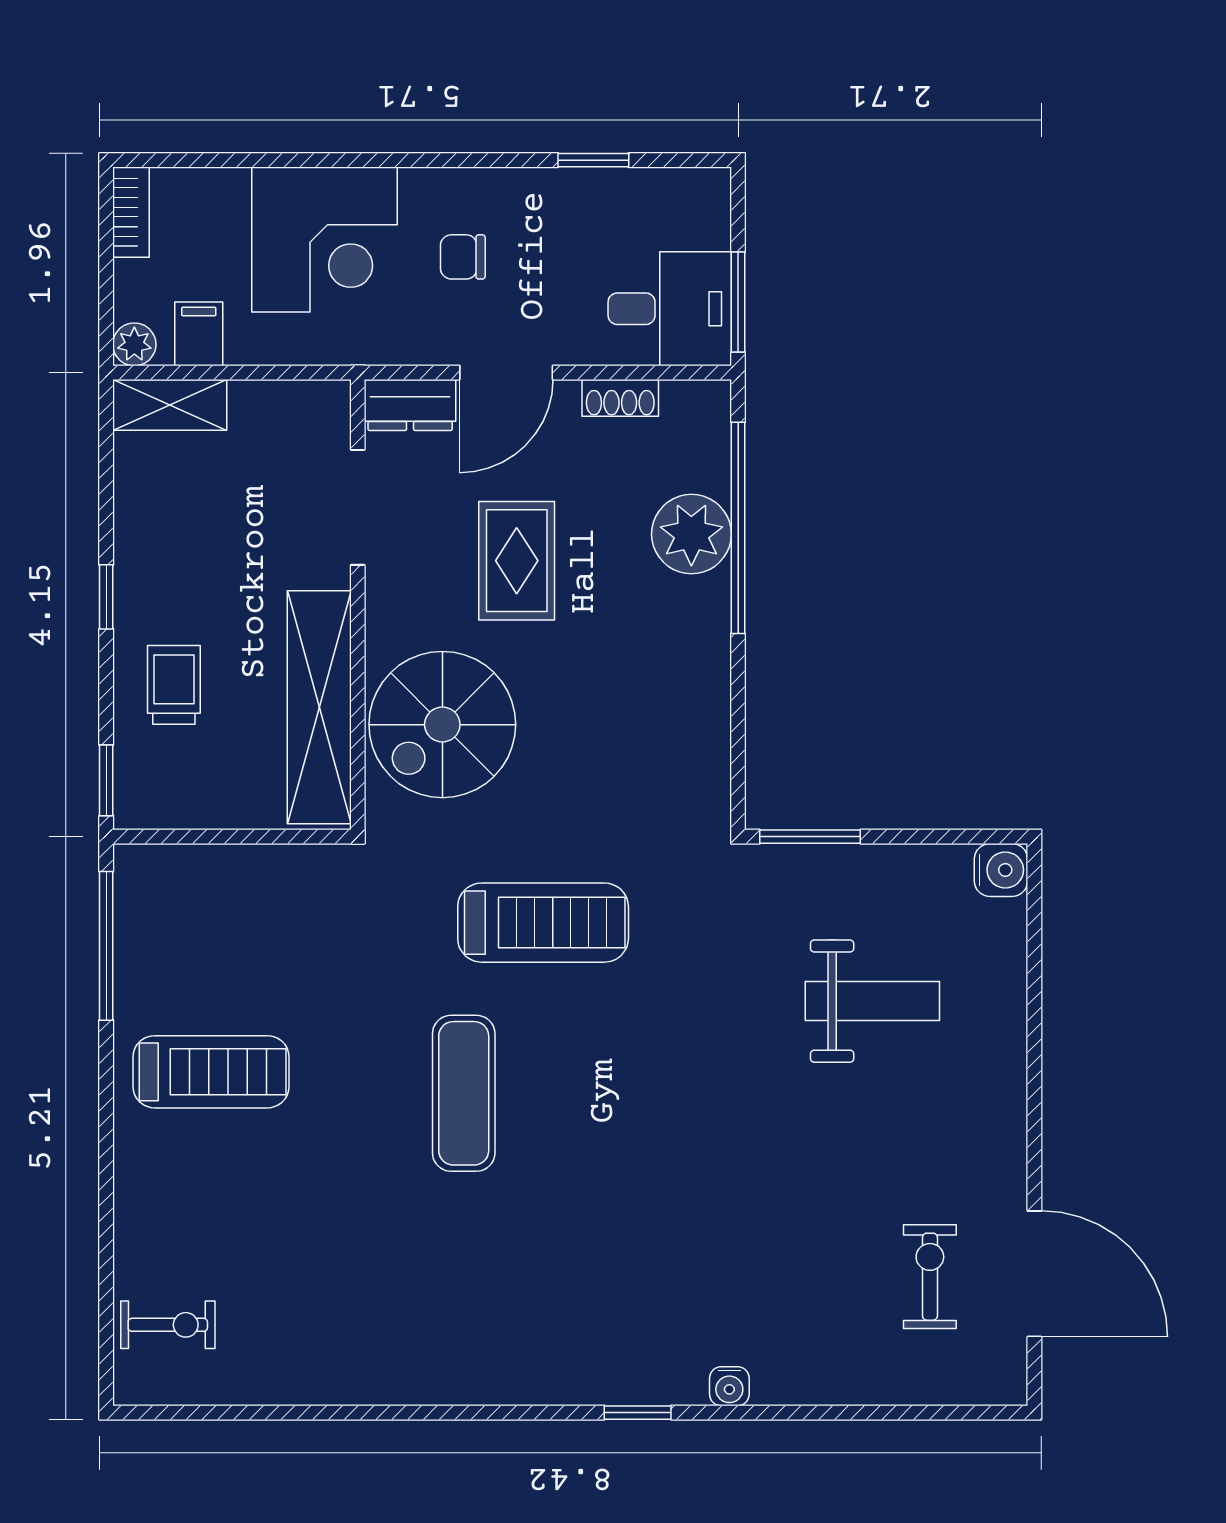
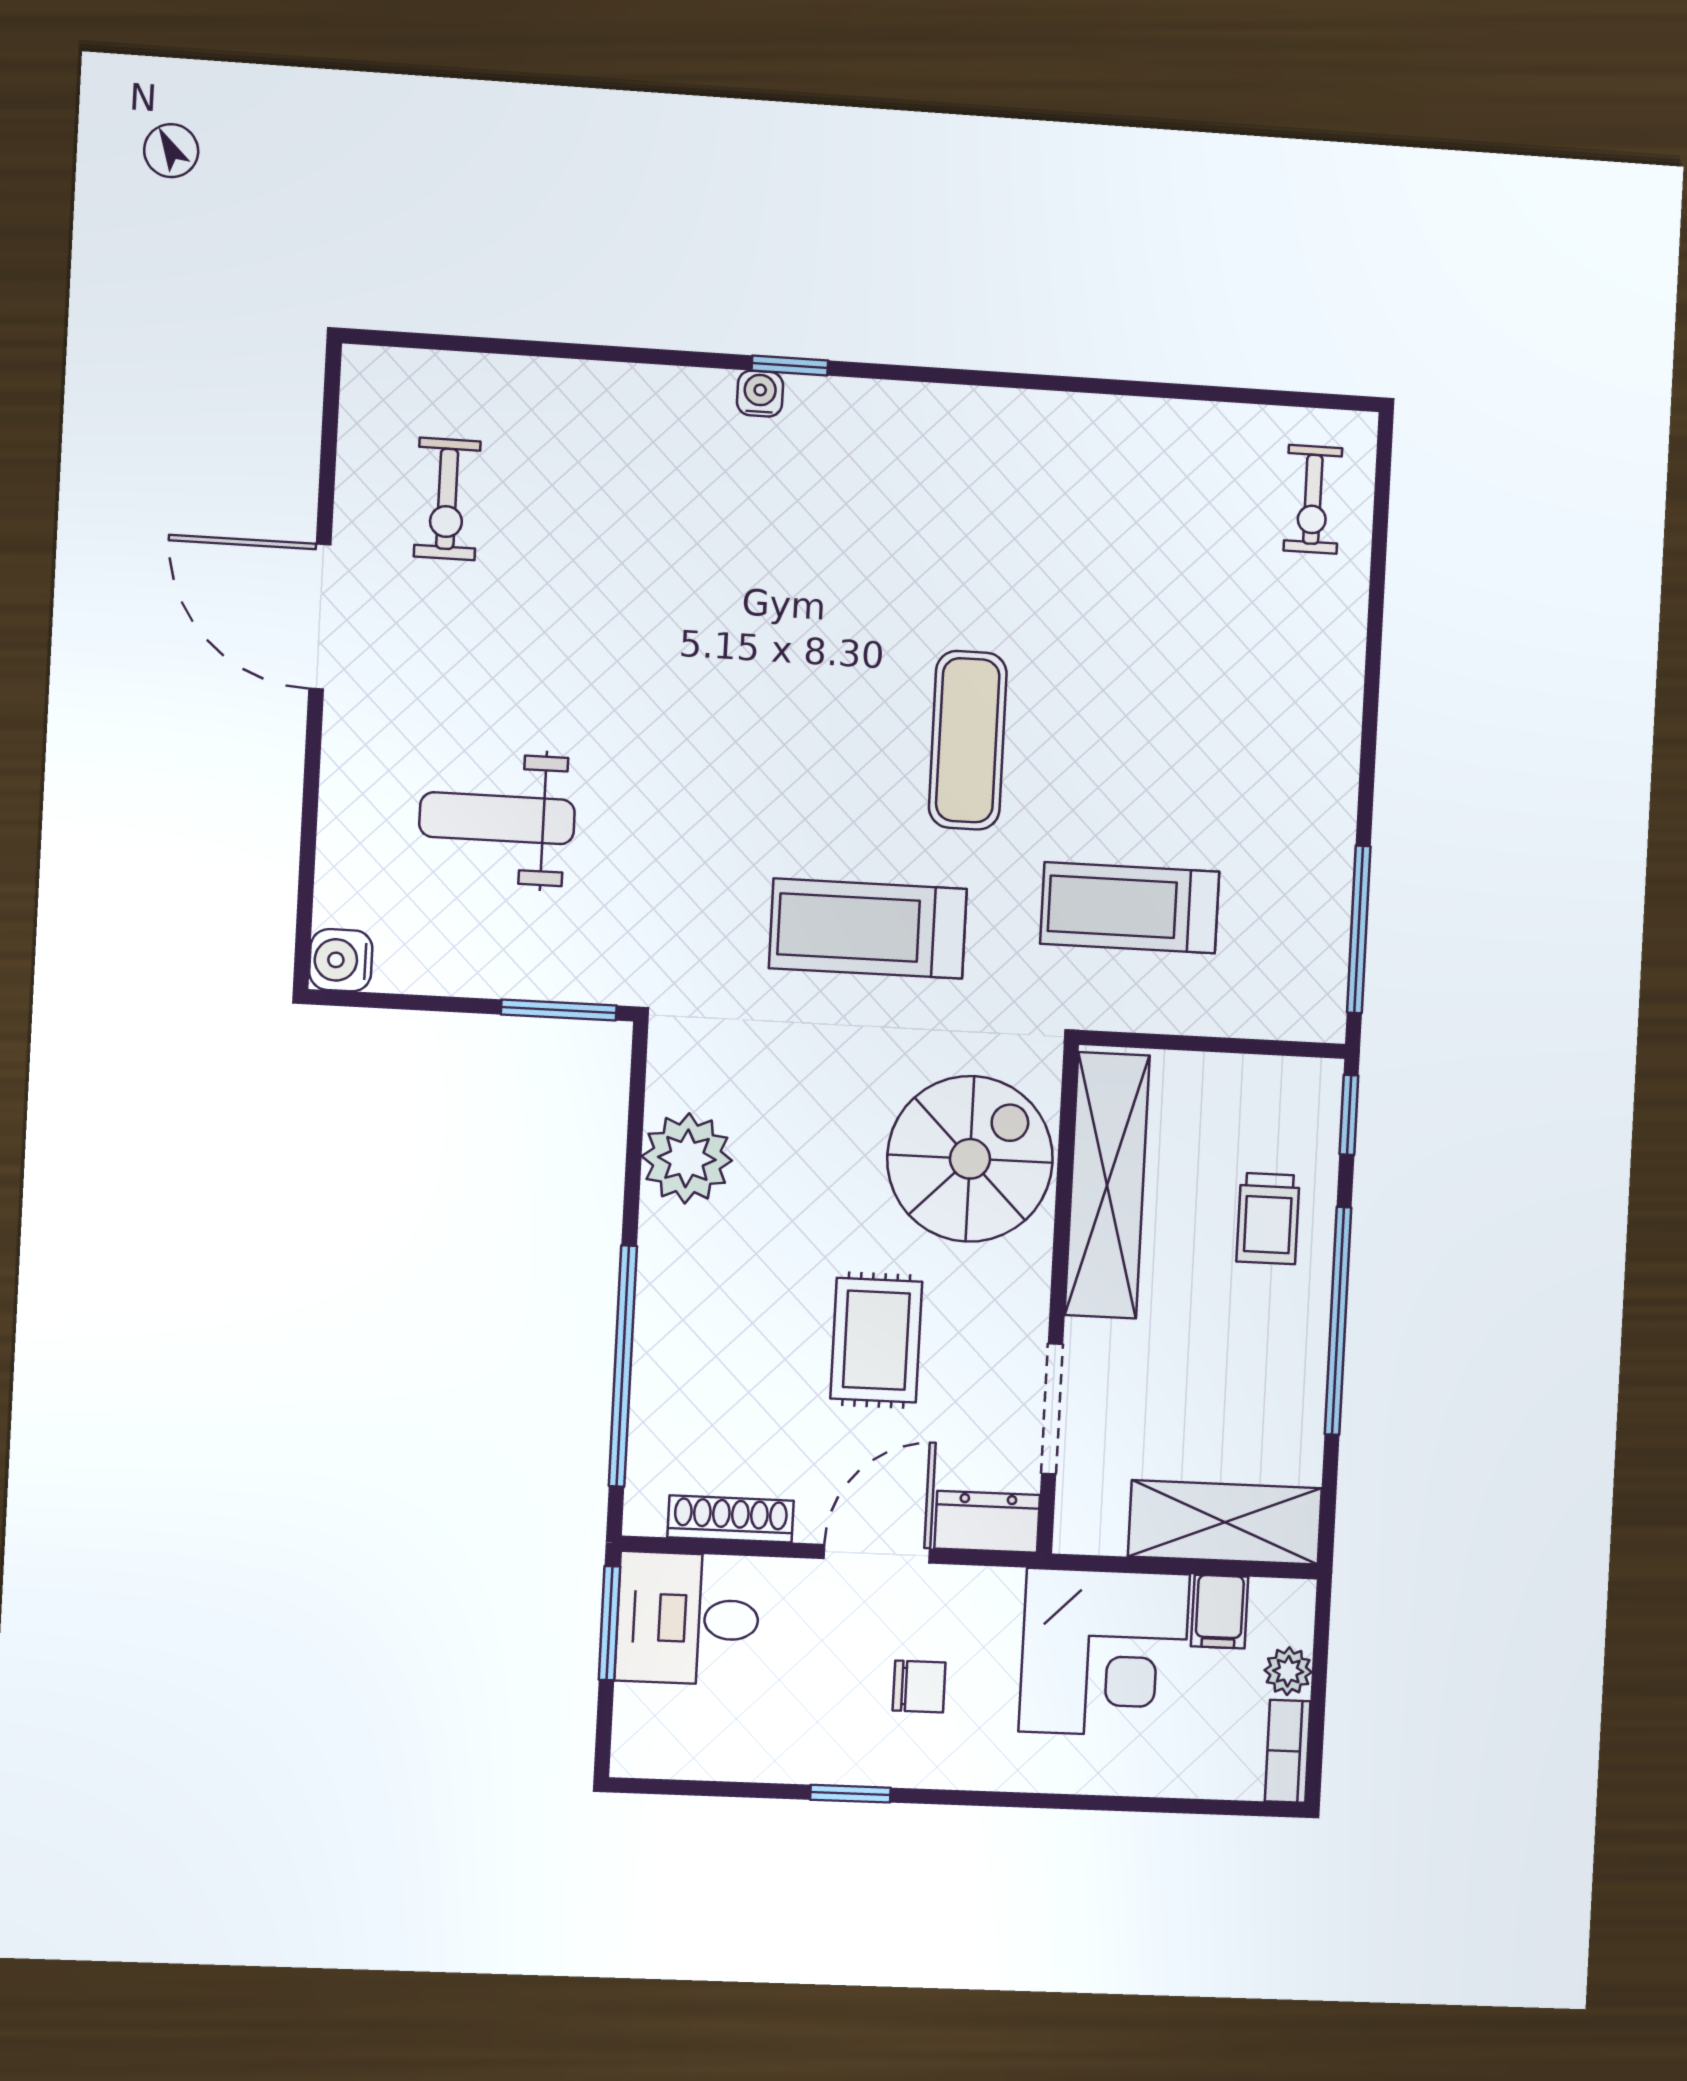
window: (593, 160) -> (850, 1794), moved
corner desk: (324, 239) -> (1104, 1653), moved, turned 180
plant: (134, 344) -> (1288, 1671), moved
shoe rack: (620, 398) -> (731, 1519), width x1.43
shelving: (170, 405) -> (1225, 1522), width x1.50, depth x1.33
plant: (691, 534) -> (687, 1158), moved
window: (106, 597) -> (1338, 1321), width x3.17
treadmill: (211, 1072) -> (1130, 908), moved
door: (1034, 1274) -> (320, 617), moved
exercise bike: (168, 1325) -> (1313, 499), turned -90
water cooler: (729, 1386) -> (760, 394), moved

